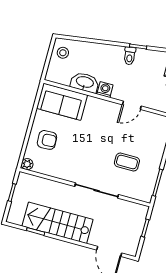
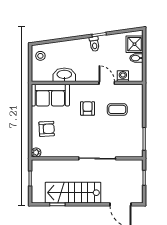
washing machine: (105, 90) -> (123, 76), moved
door: (132, 105) -> (107, 83), swing flipped
armchair: (101, 129) -> (88, 108), added
coffee table: (127, 162) -> (117, 109), moved

